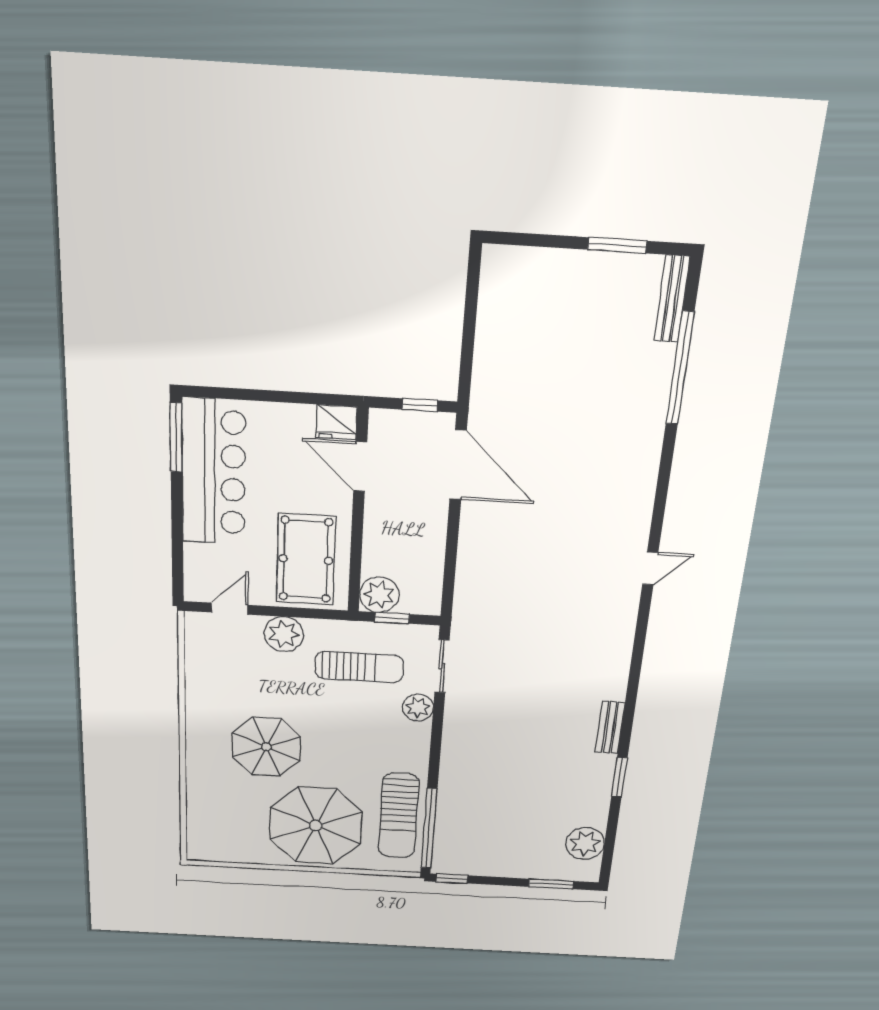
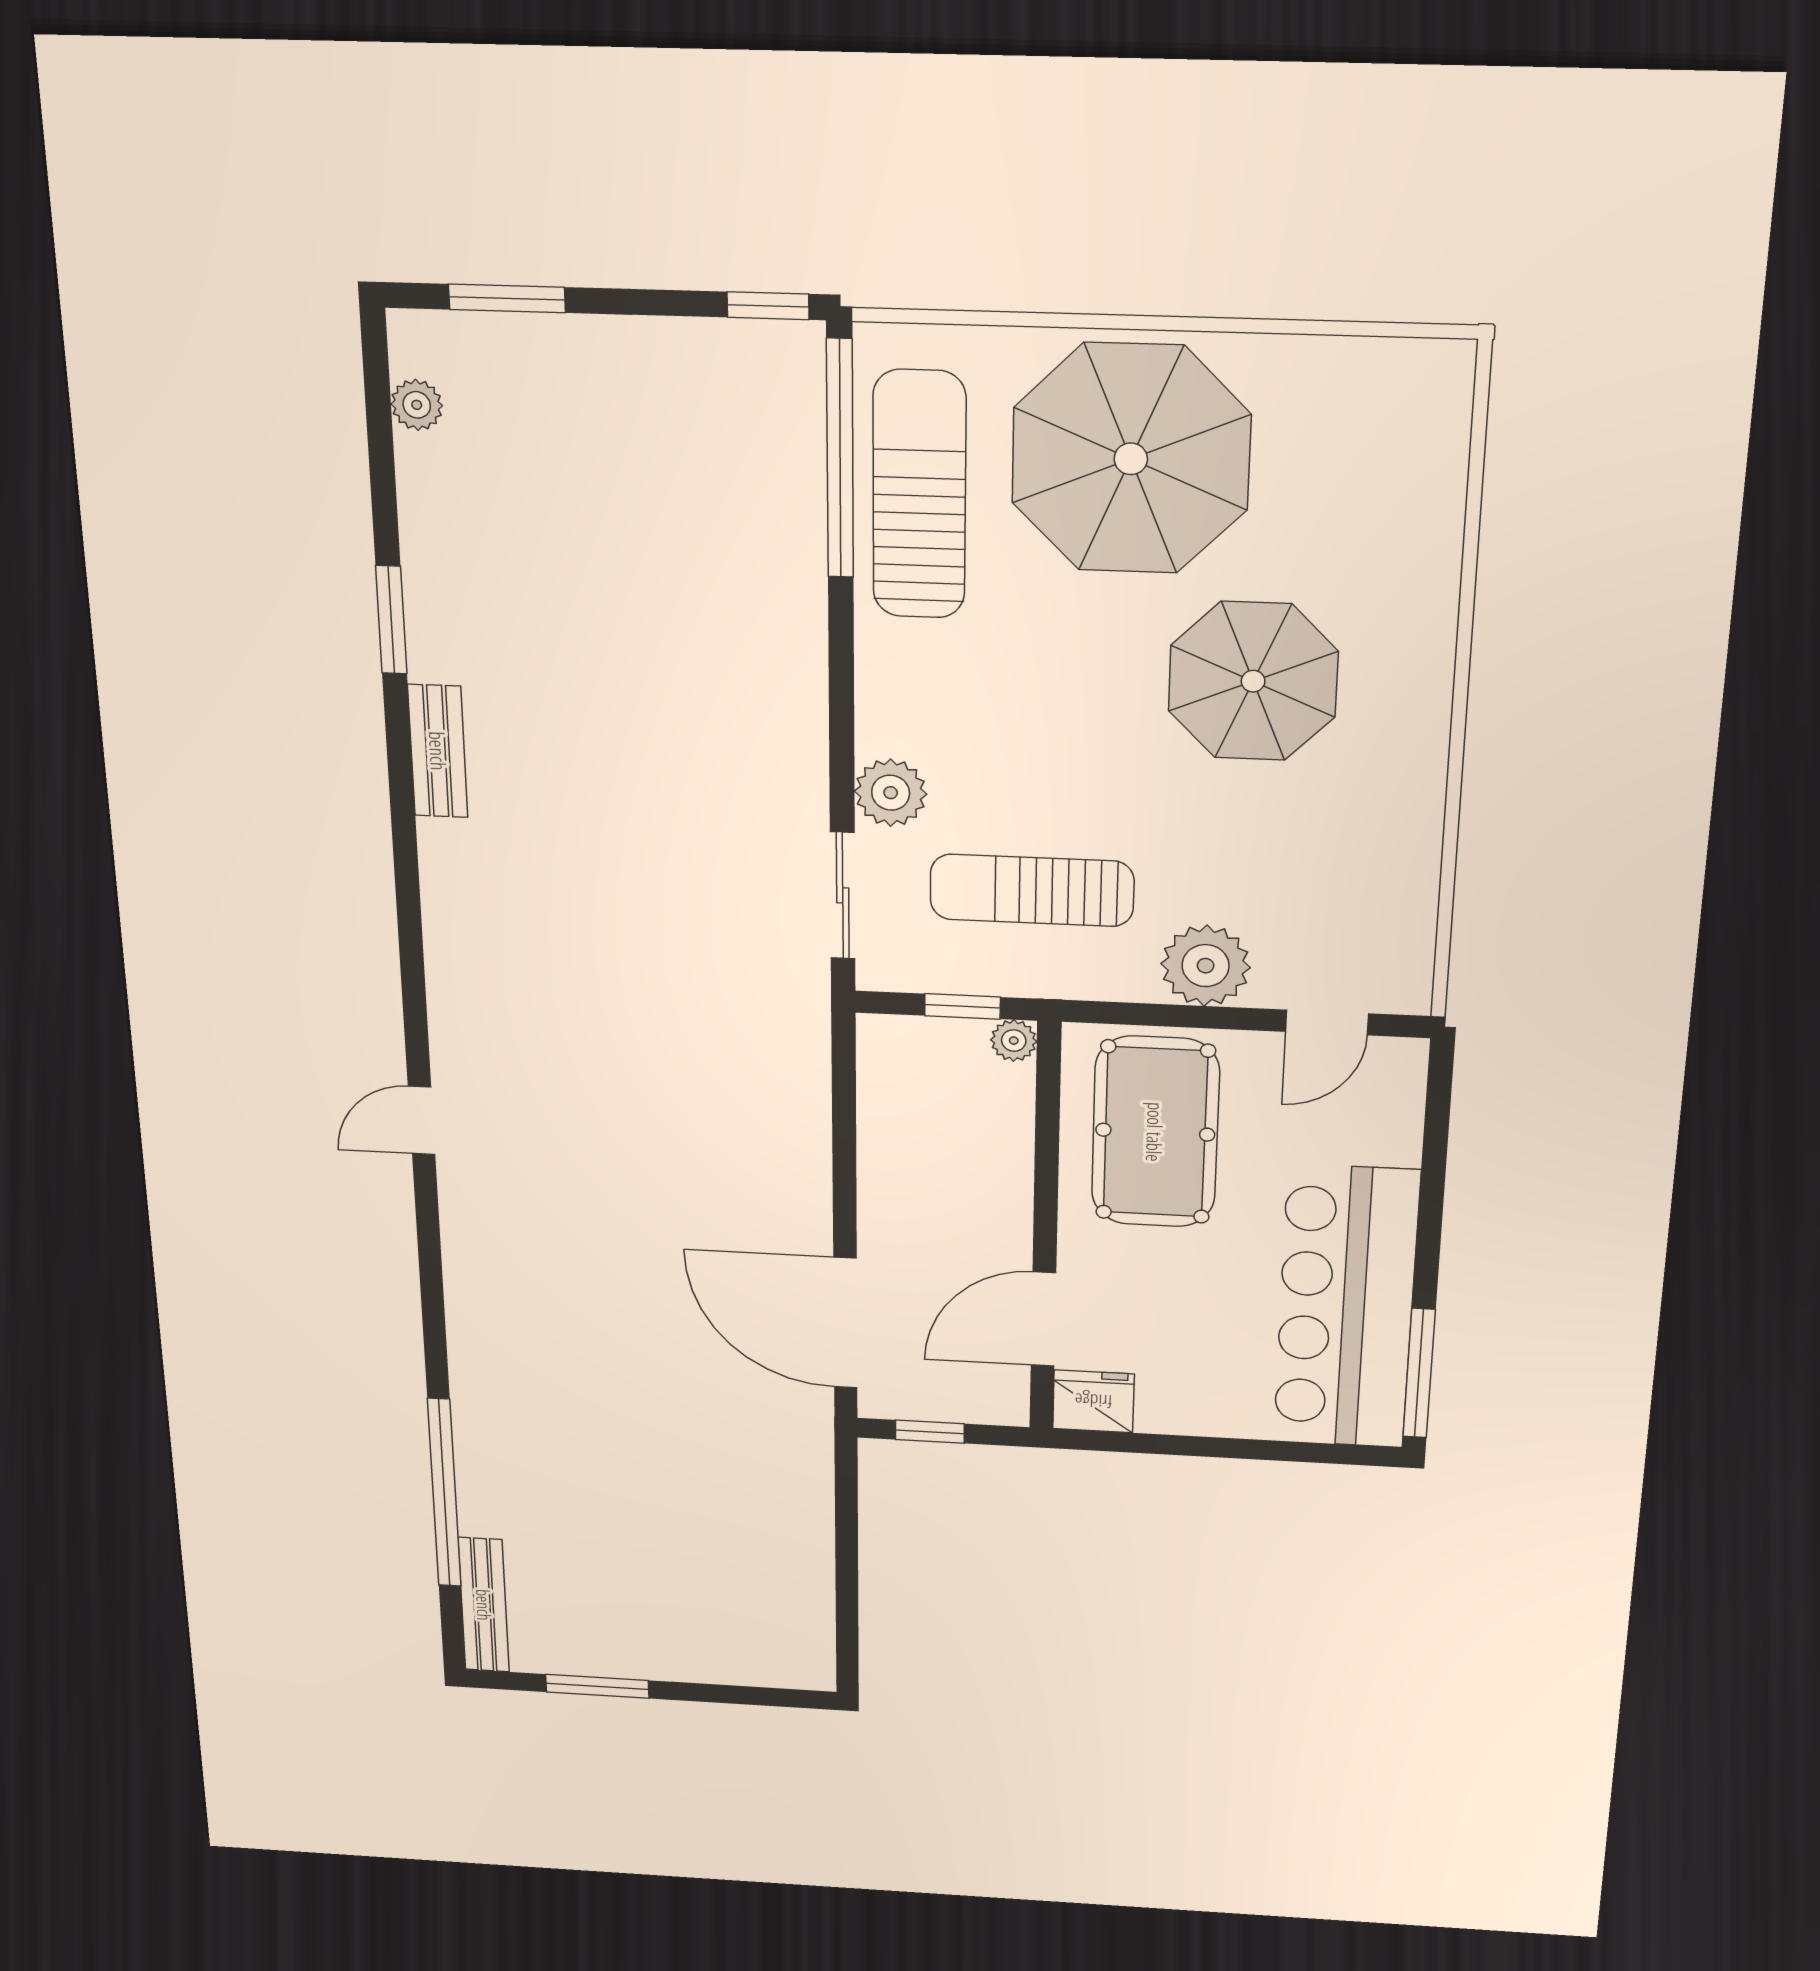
door: (360, 467) -> (1043, 1319), swing flipped
plant: (379, 595) -> (1014, 1041), width x0.53, depth x0.53
plant: (585, 843) -> (417, 405), width x0.53, depth x0.53

